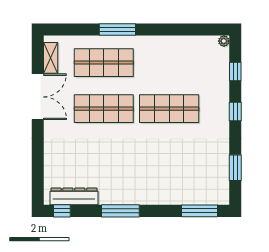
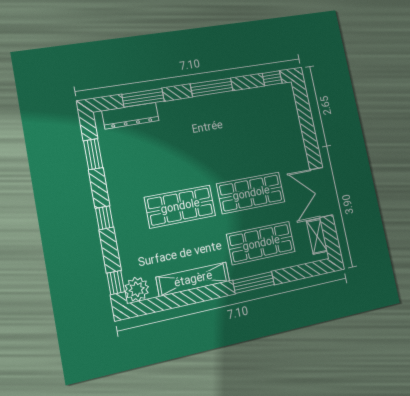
plant: (224, 41) -> (137, 289), width x1.88, depth x1.88
shelving: (170, 44) -> (193, 279), added
window: (235, 71) -> (116, 283), moved
dresser: (74, 196) -> (130, 116), moved
window: (200, 211) -> (143, 98), moved

